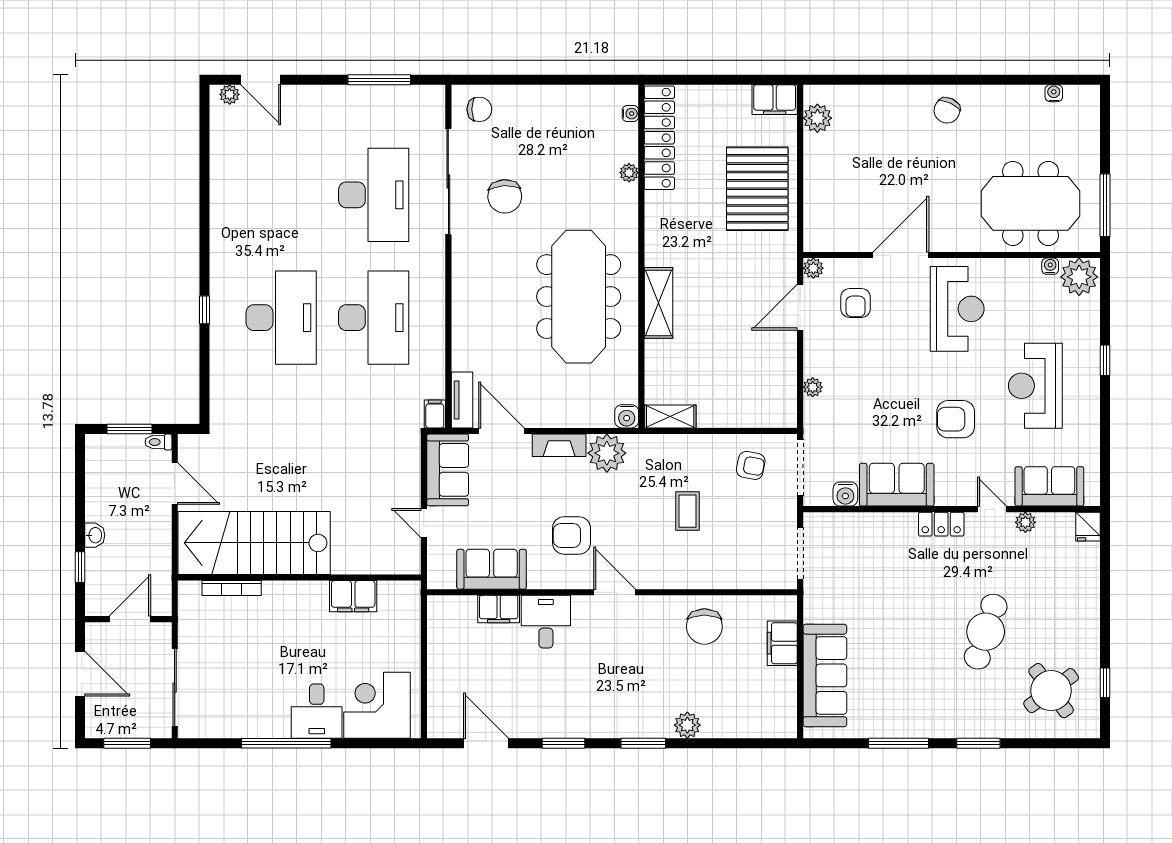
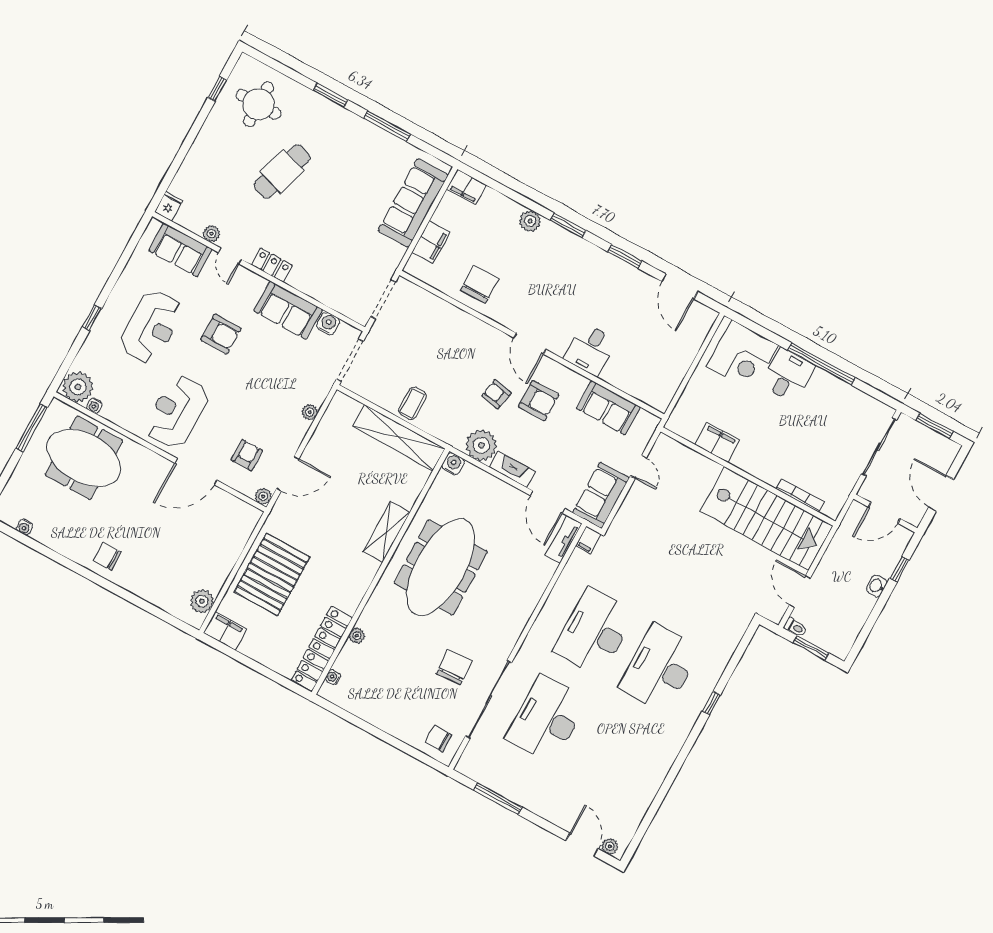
chair: (947, 110) -> (107, 556), turned -115
shelving: (670, 416) -> (399, 438), width x2.20, depth x1.33
armchair: (751, 465) -> (497, 394), moved
coffee table: (687, 511) -> (412, 403), moved
filing cabinet: (499, 609) -> (467, 187), moved, turned 180
round table: (1051, 691) -> (259, 104), turned 36

